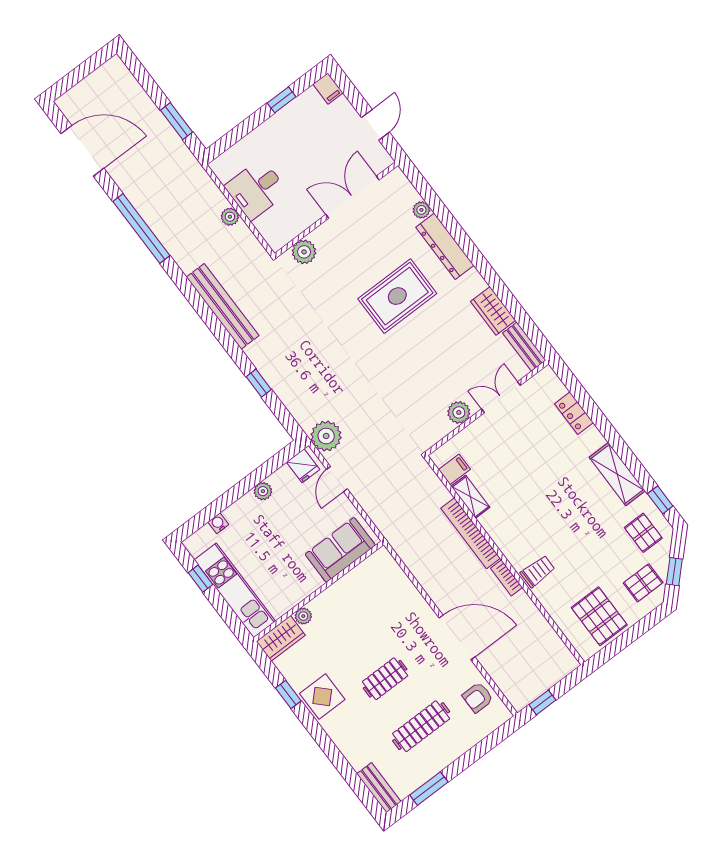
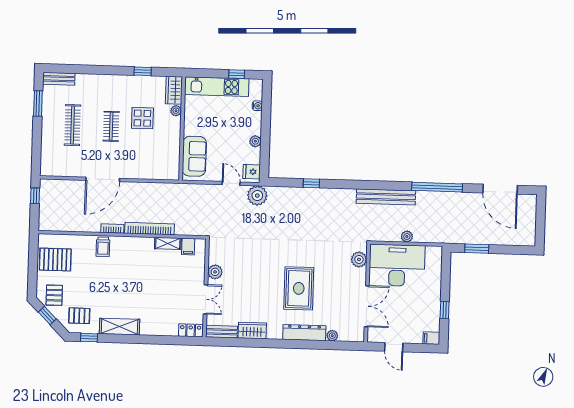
door: (82, 151) -> (500, 189), hinge flipped
desk: (256, 189) -> (397, 265), width x1.87, depth x1.30
bench: (223, 306) -> (386, 197), moved
locker: (574, 413) -> (191, 330), moved
display table: (322, 697) -> (142, 118), moved
armchair: (478, 697) -> (64, 165), removed

